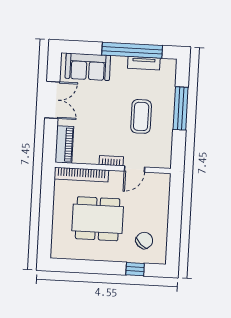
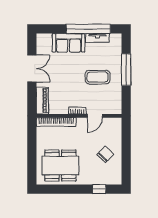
sofa: (88, 67) -> (69, 43), moved
coffee table: (141, 116) -> (98, 77), turned 90
dining table: (98, 219) -> (60, 165), moved
chair: (144, 240) -> (105, 154), moved

